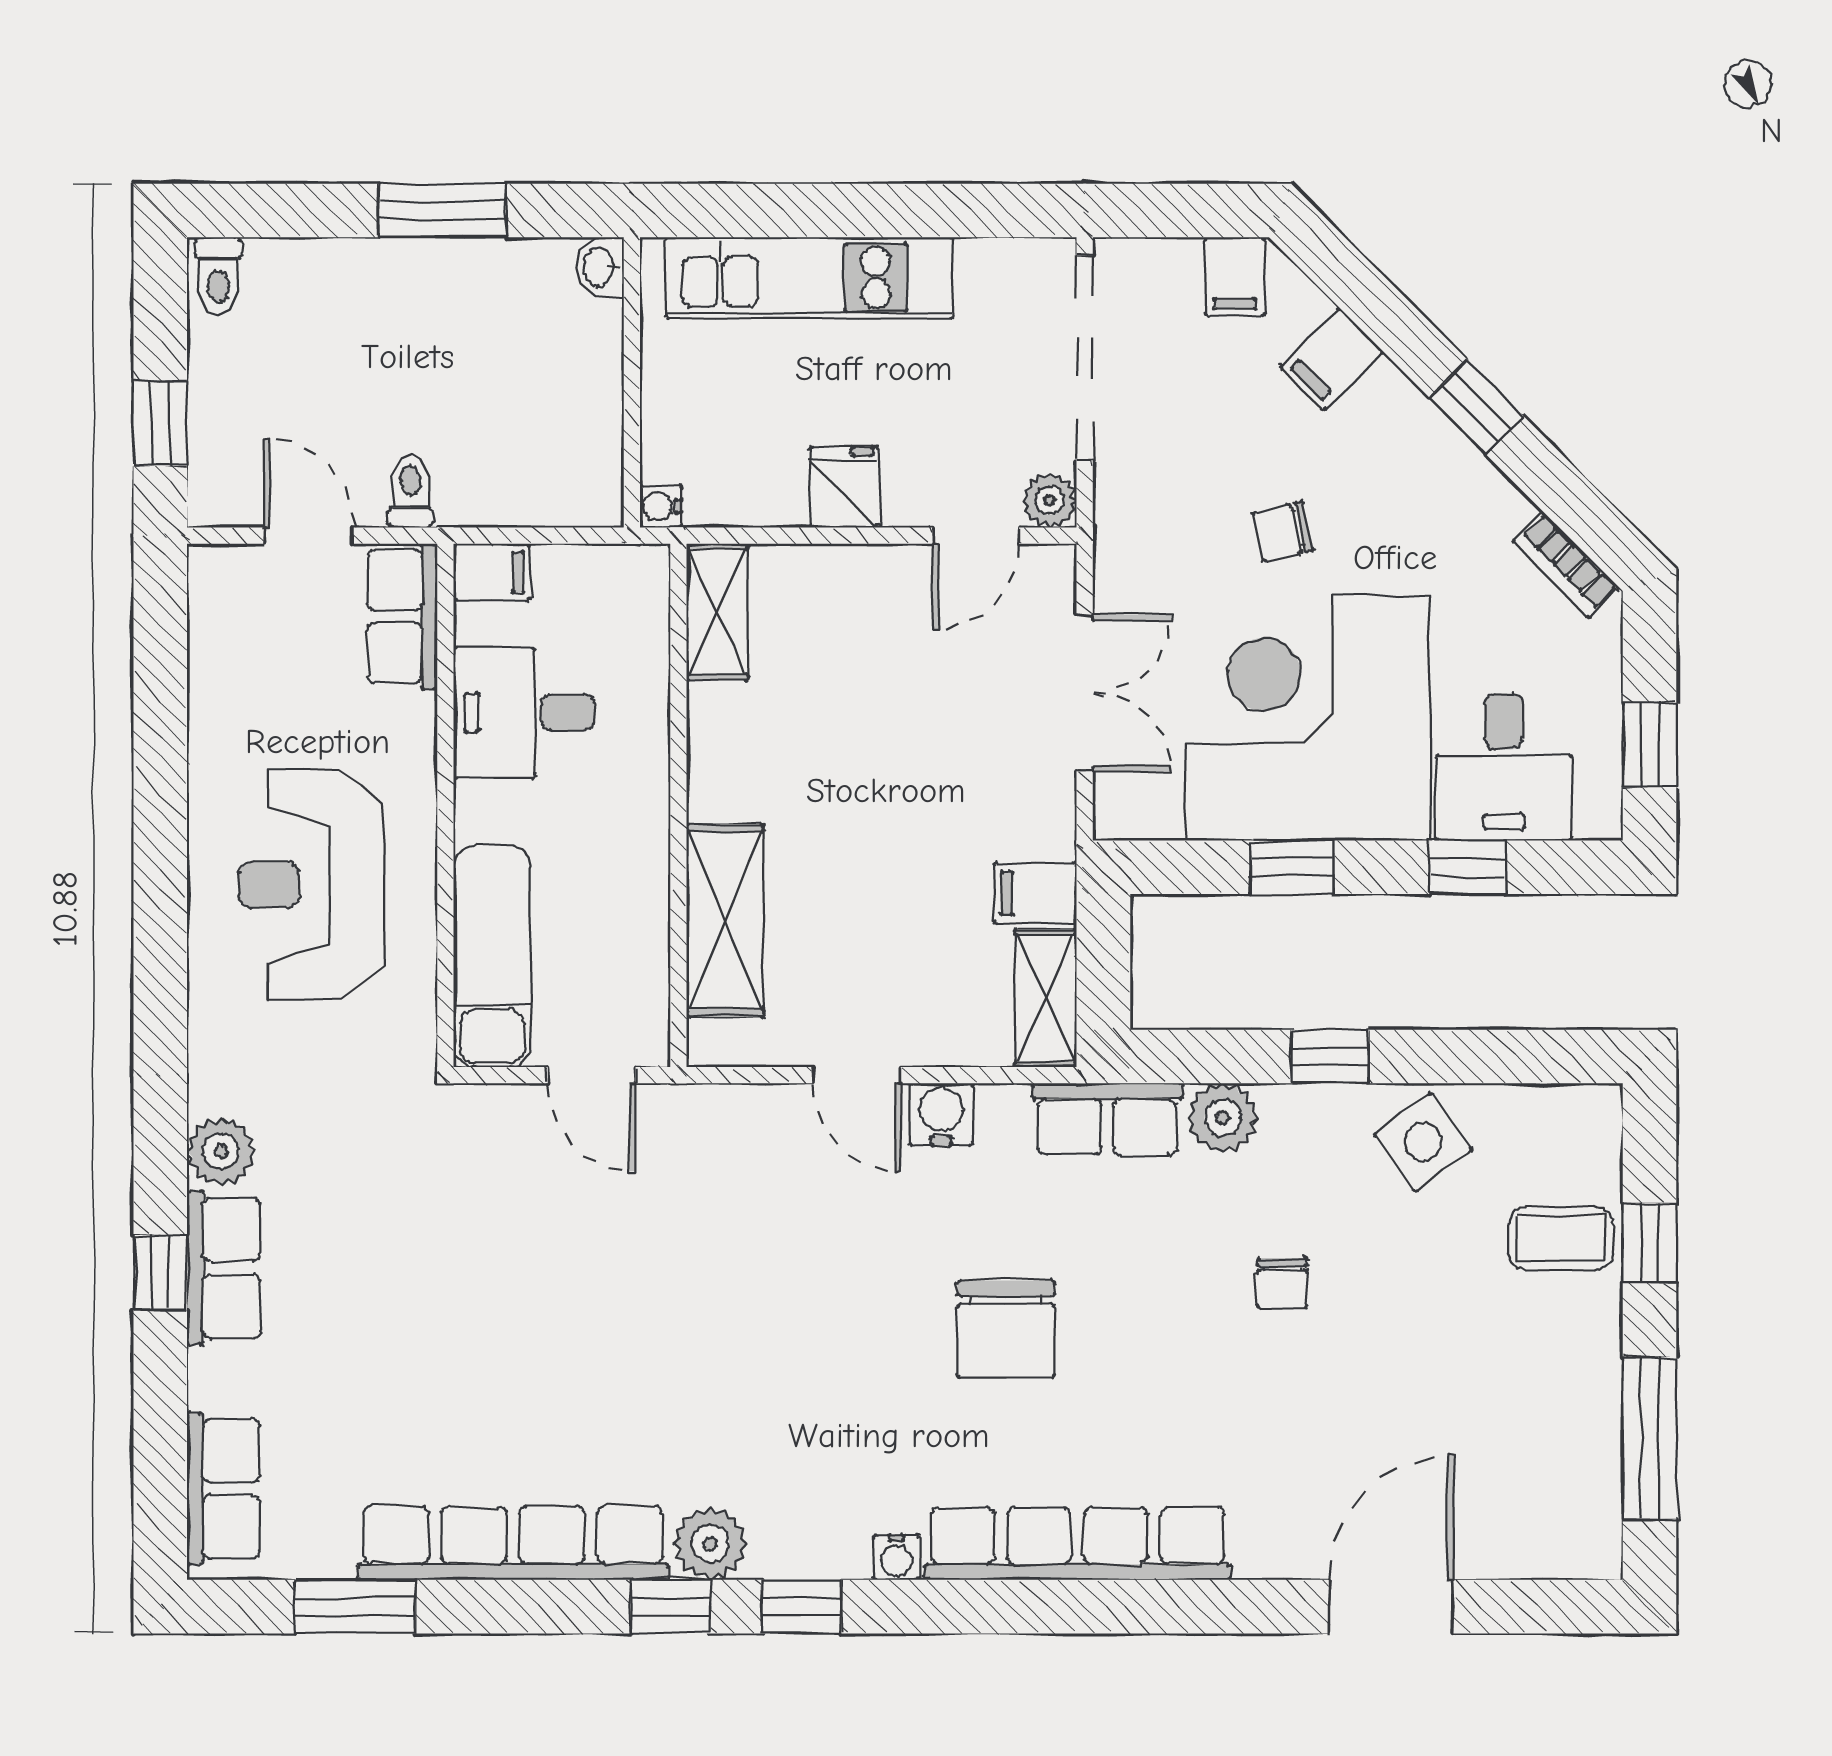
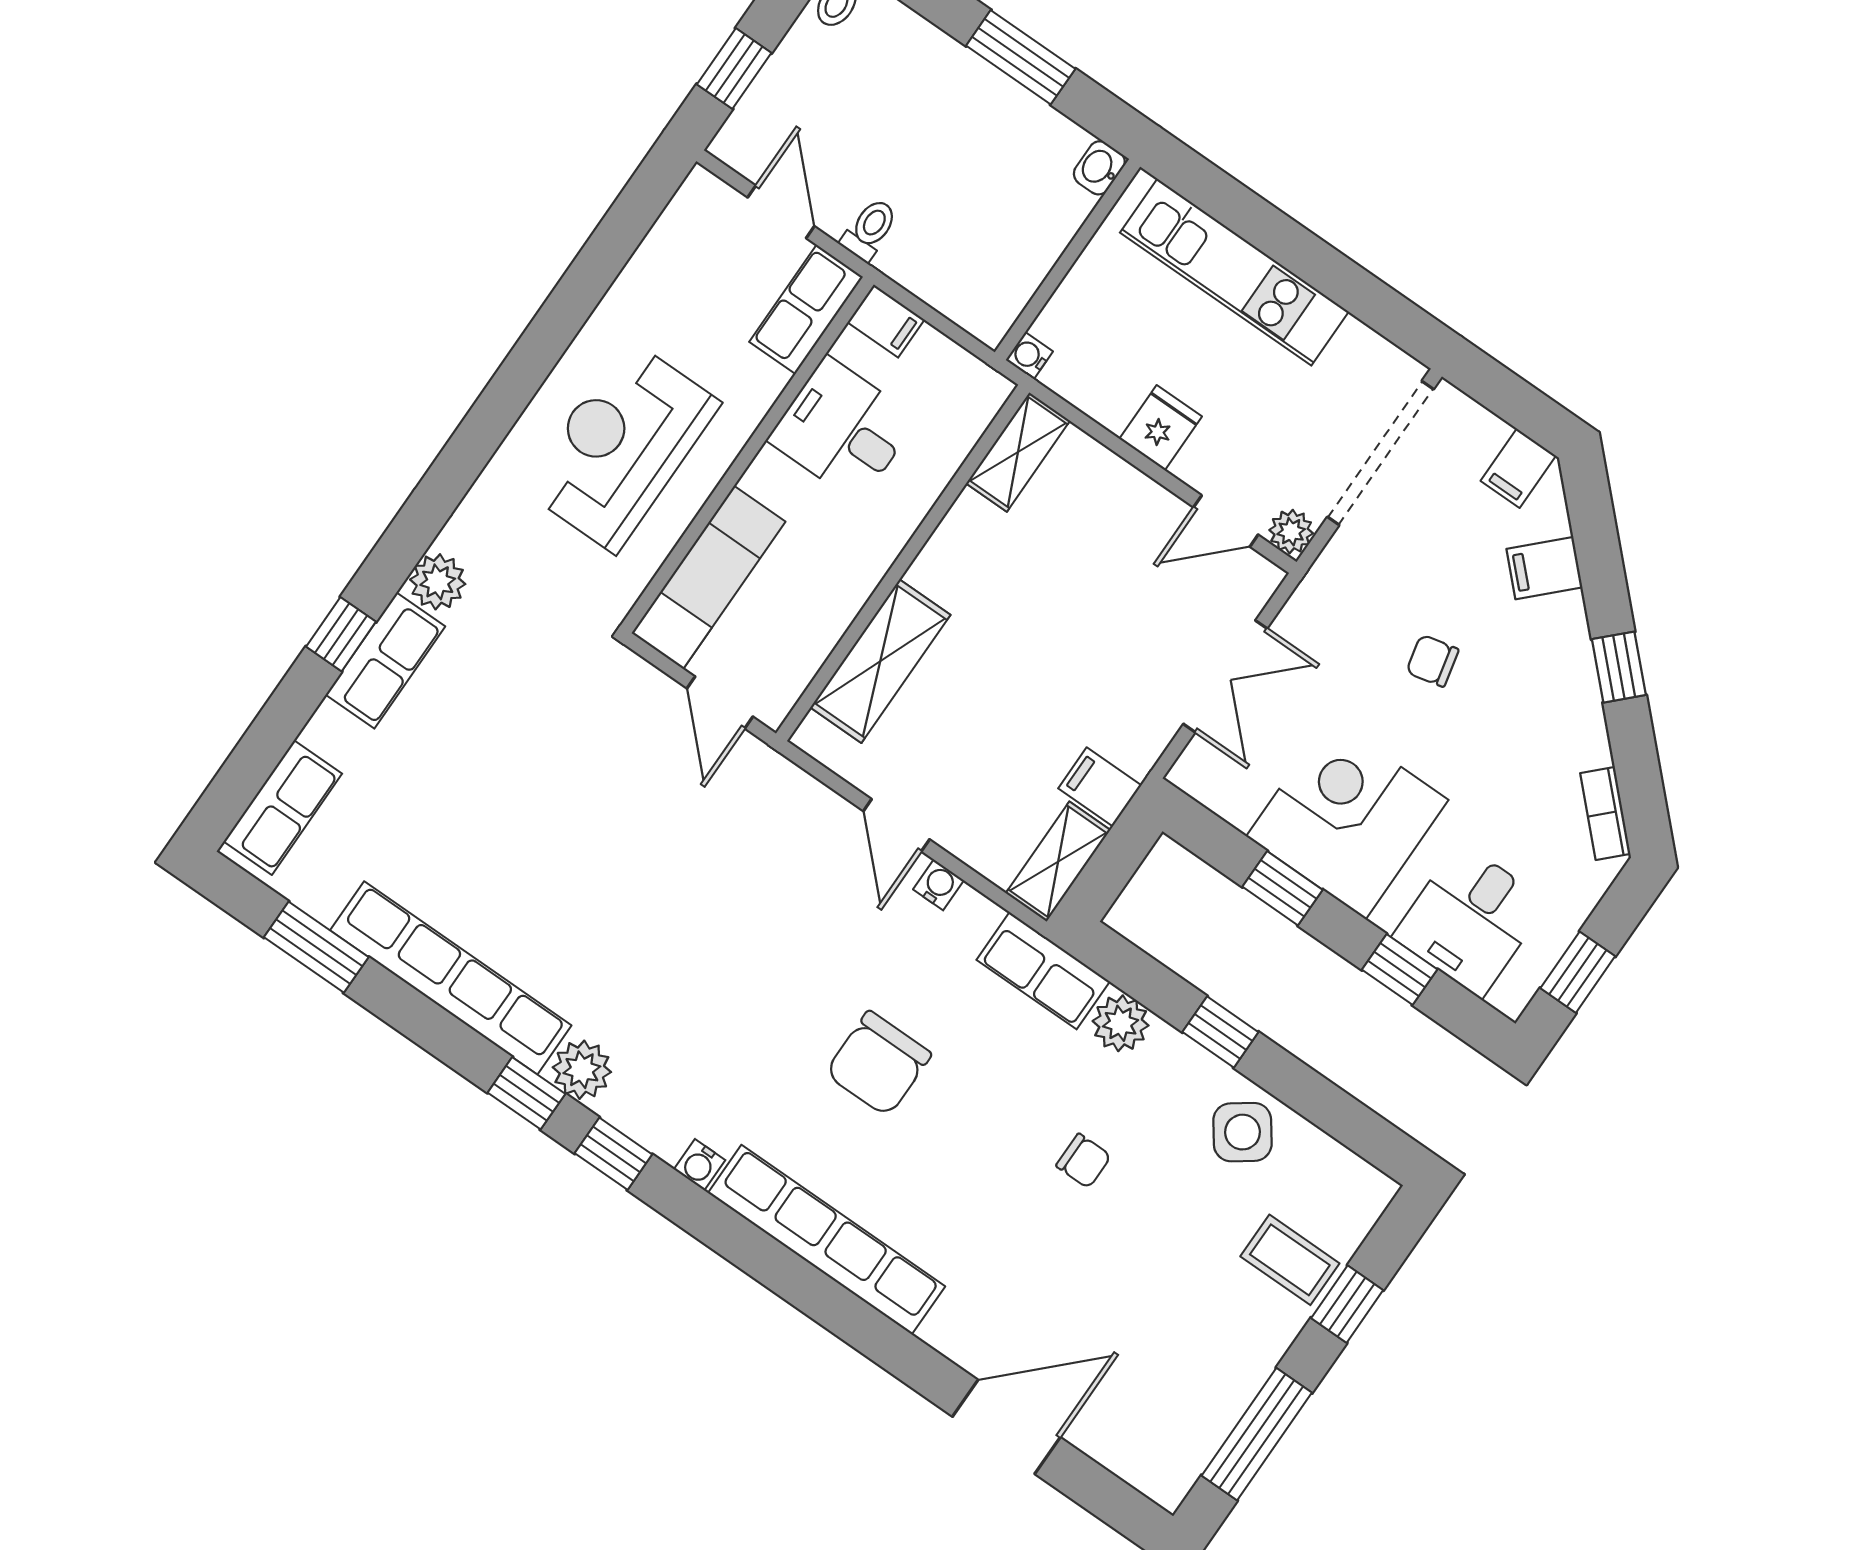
corner desk: (1308, 718) -> (1347, 818), width x0.74, depth x0.74
water cooler: (941, 1114) -> (939, 885), width x0.72, depth x0.72
chair: (1282, 1283) -> (1084, 1161), turned -90

